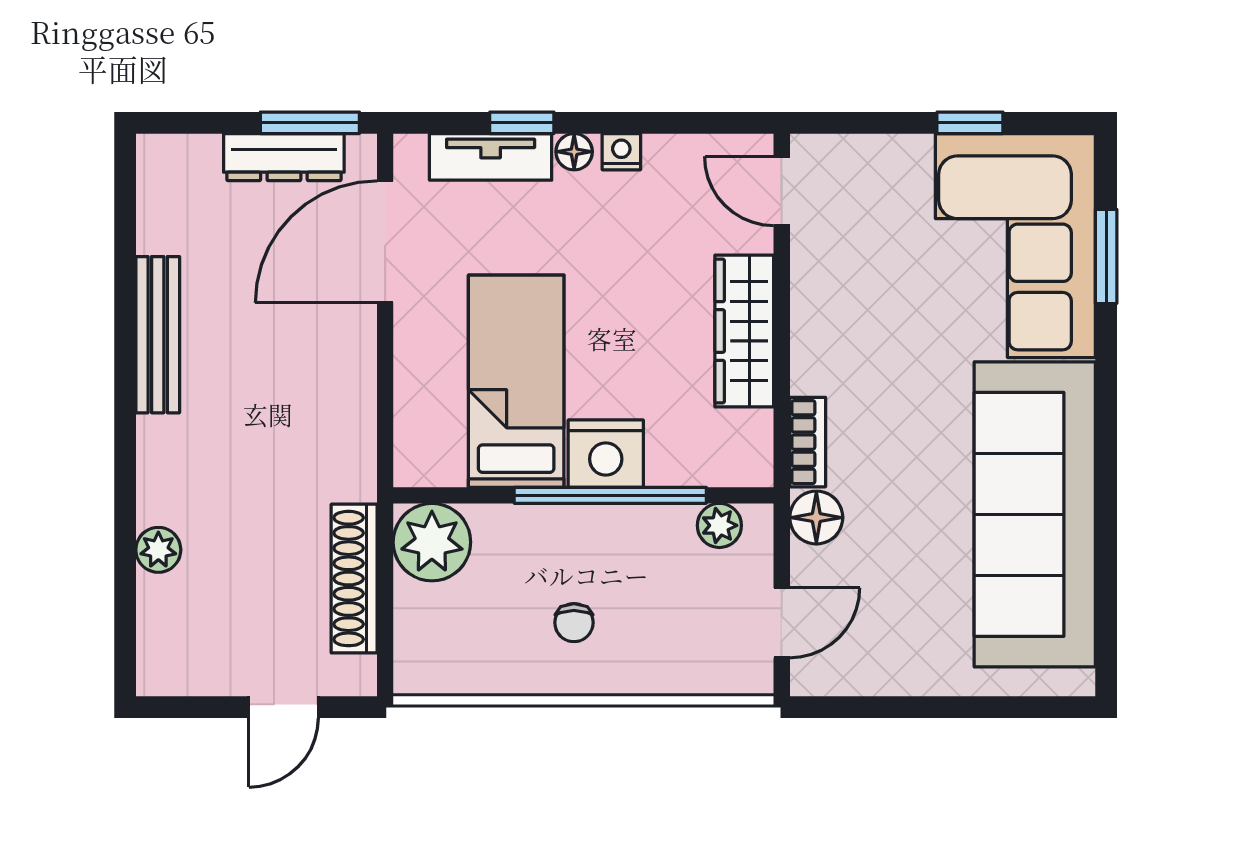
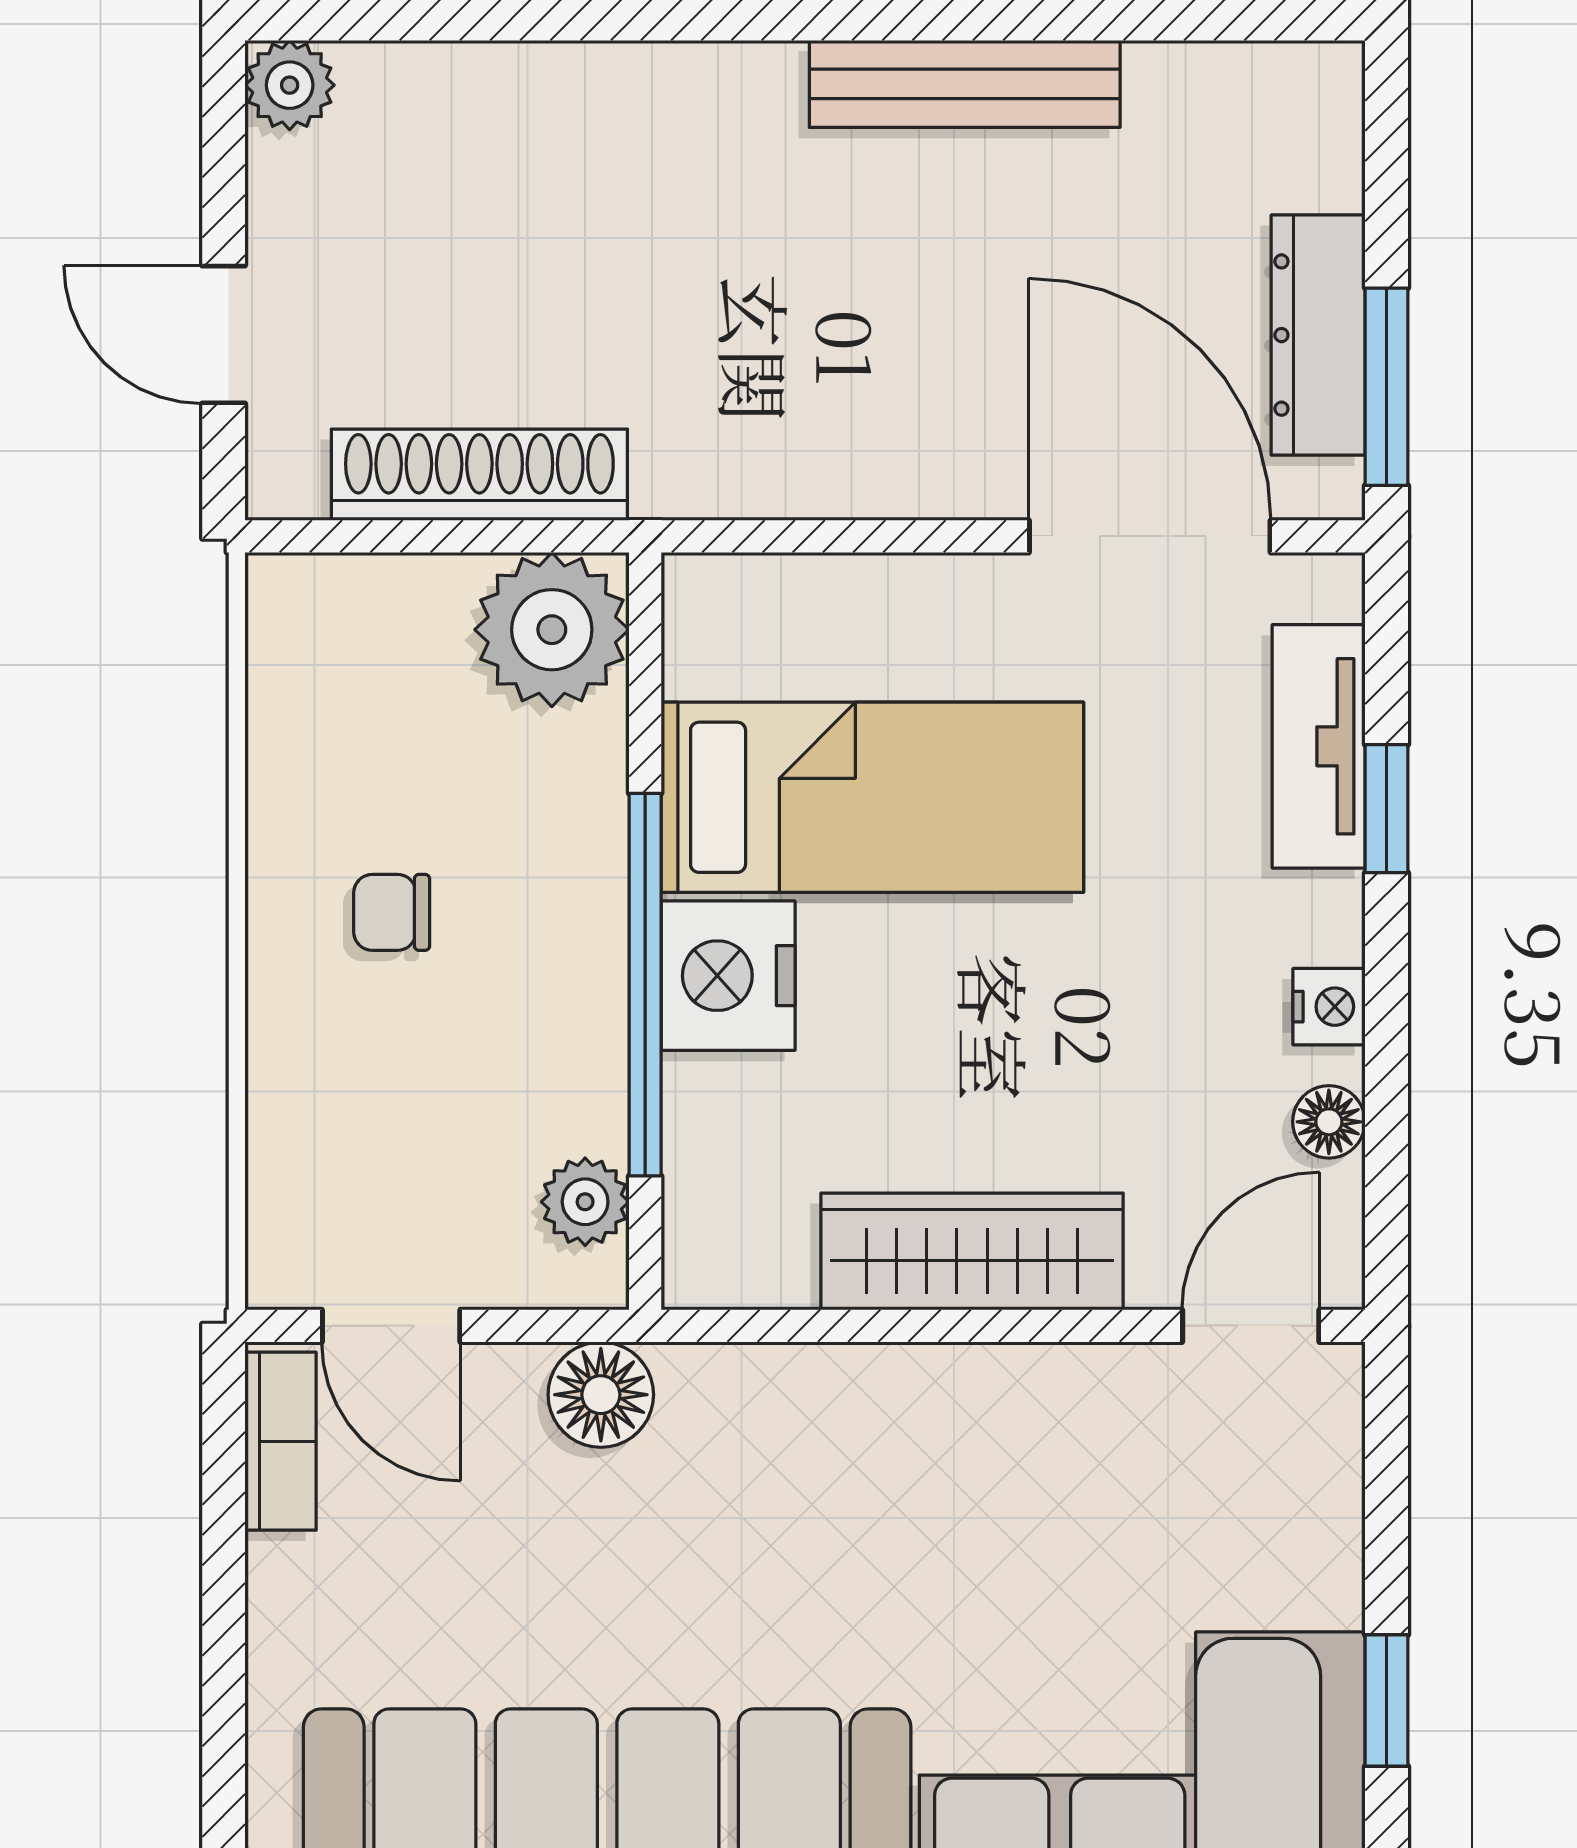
floor lamp: (574, 152) -> (1329, 1122), moved
bookcase: (808, 442) -> (281, 1441), moved, turned -90
plant: (158, 550) -> (290, 85), moved

